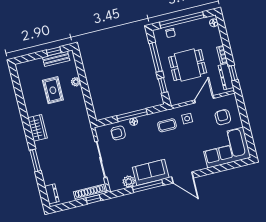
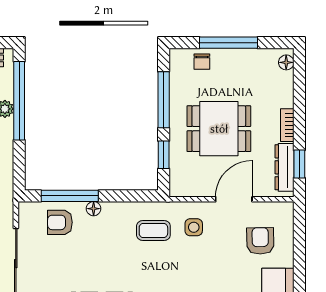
window: (182, 20) -> (229, 43), width x0.68
window: (82, 76) -> (19, 101), added
window: (132, 115) -> (70, 196), moved

